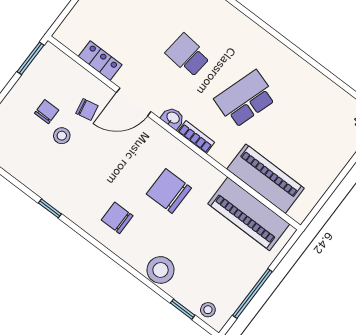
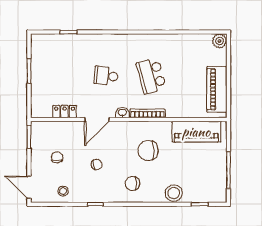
school desk: (245, 99) -> (151, 76), turned -33
chair: (87, 110) -> (97, 164), moved
stool: (62, 136) -> (63, 191), moved
bookcase: (196, 137) -> (147, 113), width x1.56
piano: (265, 179) -> (217, 89), moved, turned -90
stool: (208, 310) -> (212, 195), removed

